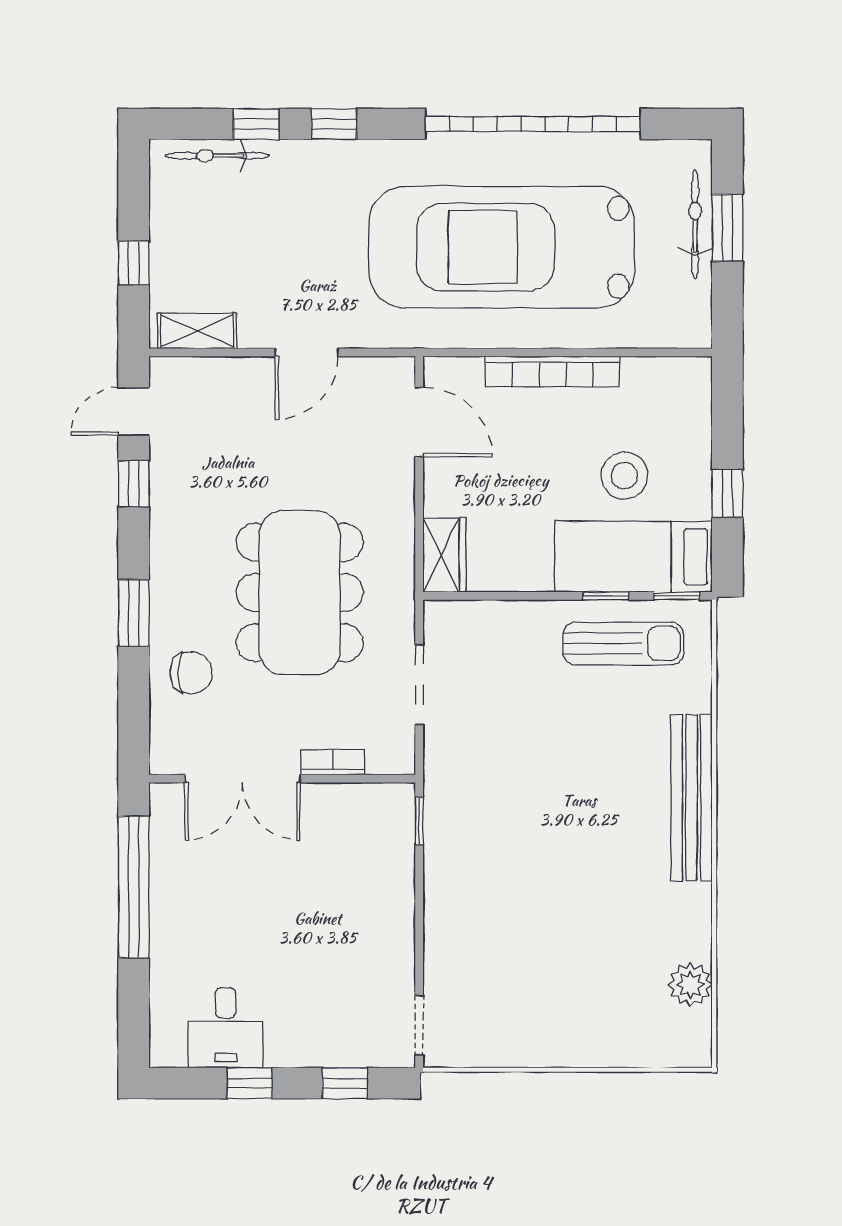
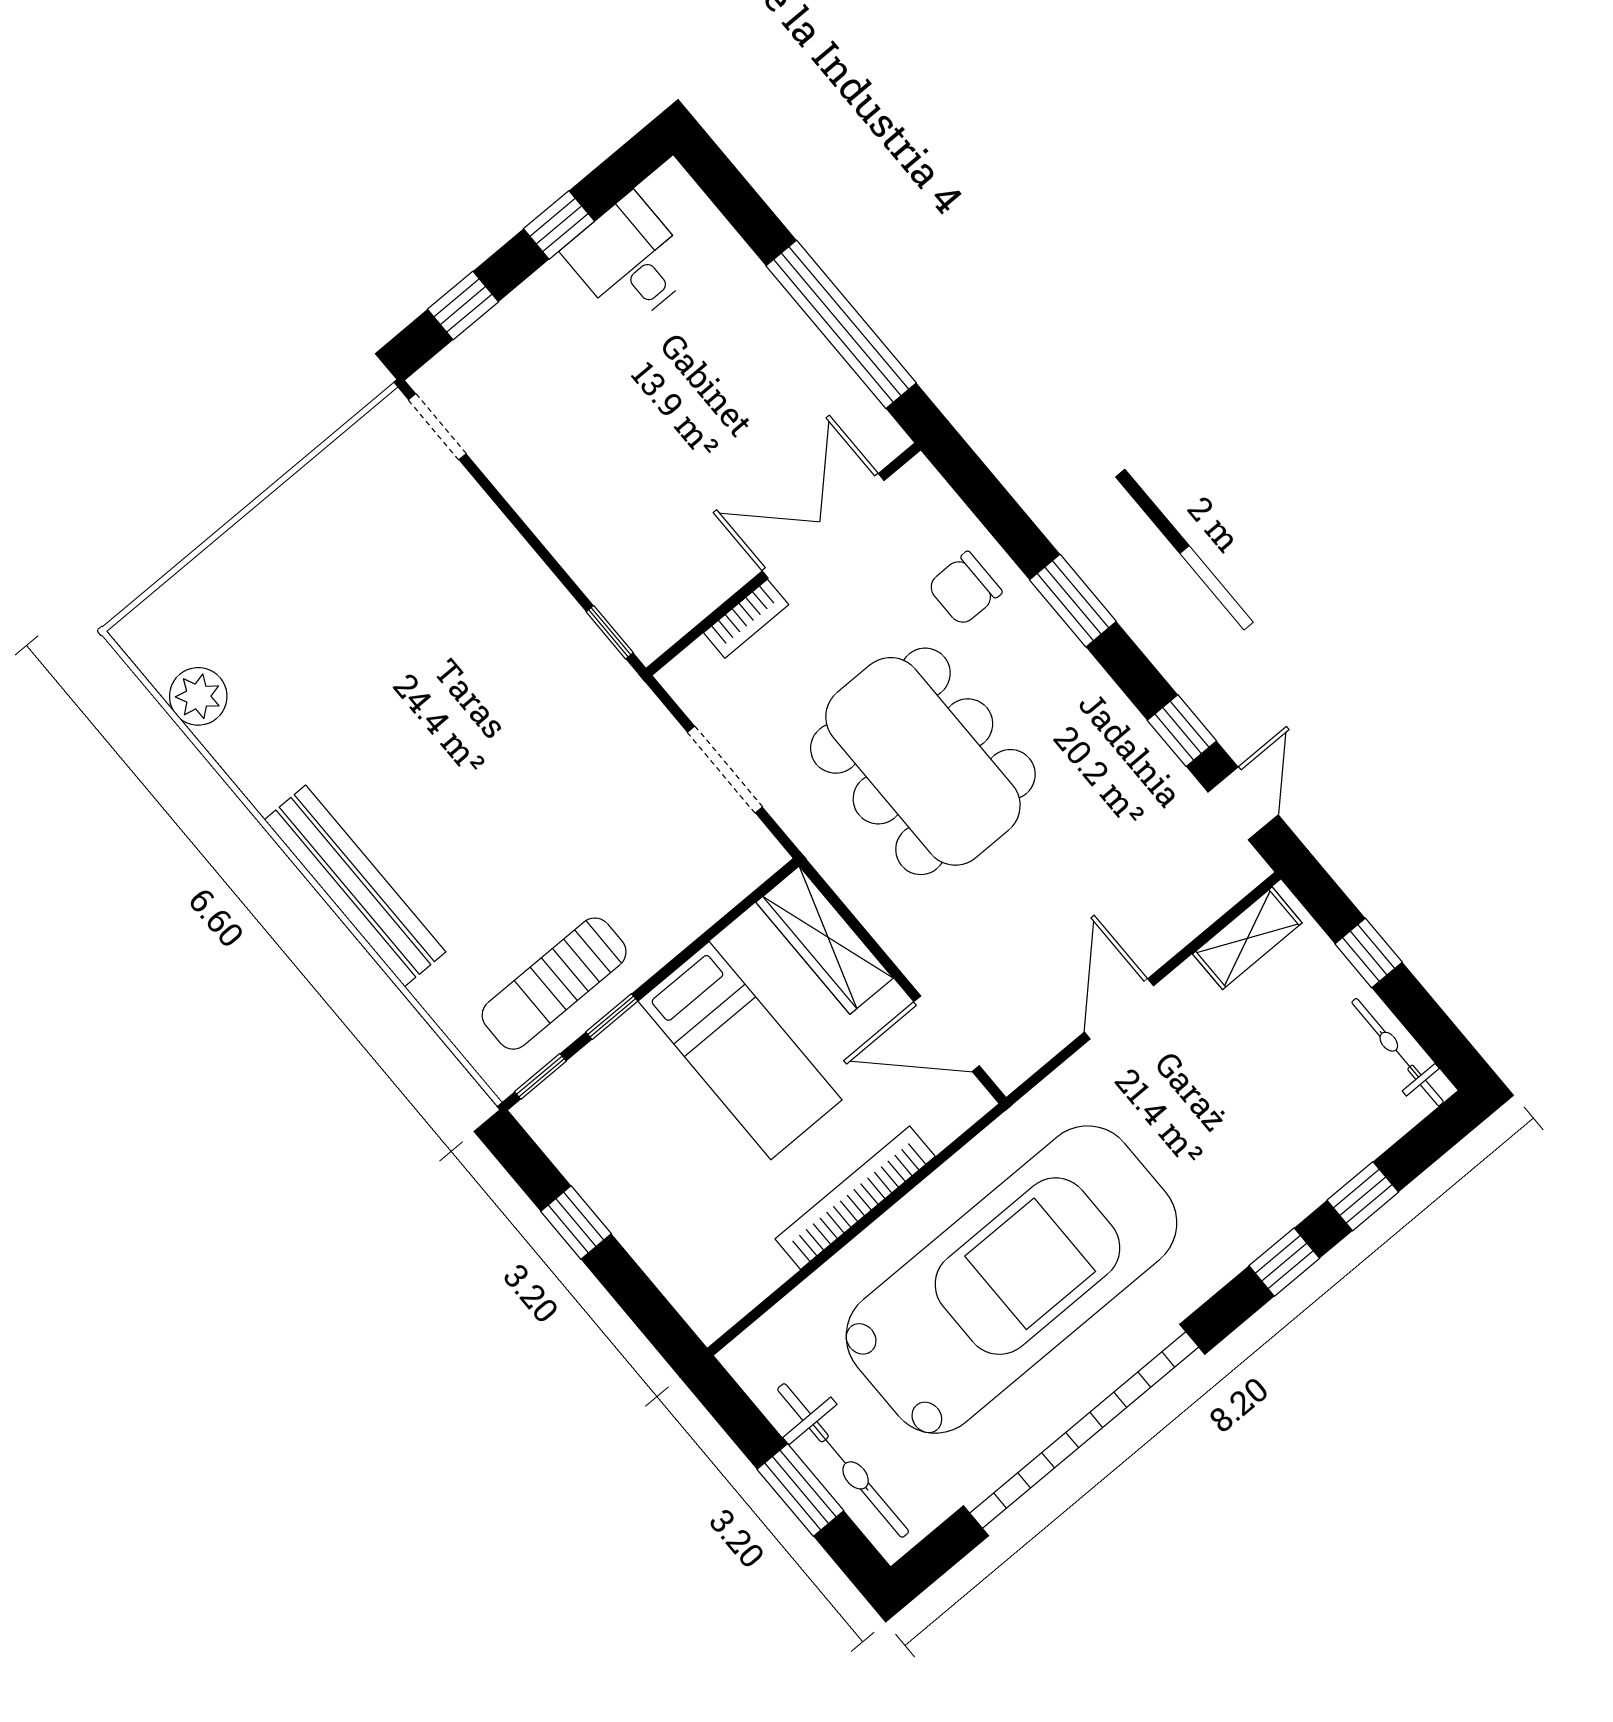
bicycle: (217, 156) -> (1398, 1052), moved, turned -90
bicycle: (695, 224) -> (843, 1460), width x1.37, depth x1.40
stool: (624, 476) -> (695, 1153), removed
wardrobe: (444, 555) -> (825, 940), width x1.50
bed: (633, 557) -> (740, 1051), moved, turned 90

